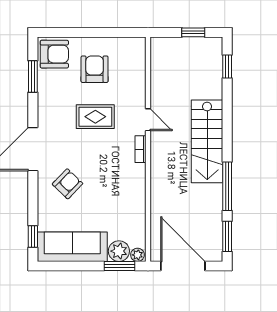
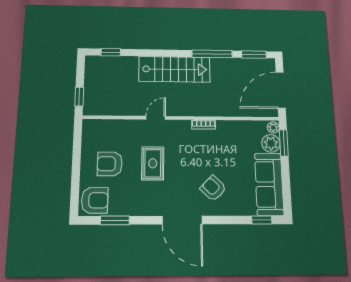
window: (193, 32) -> (79, 97), moved
armchair: (54, 54) -> (95, 200), turned 90
bookcase: (140, 149) -> (204, 125), moved

